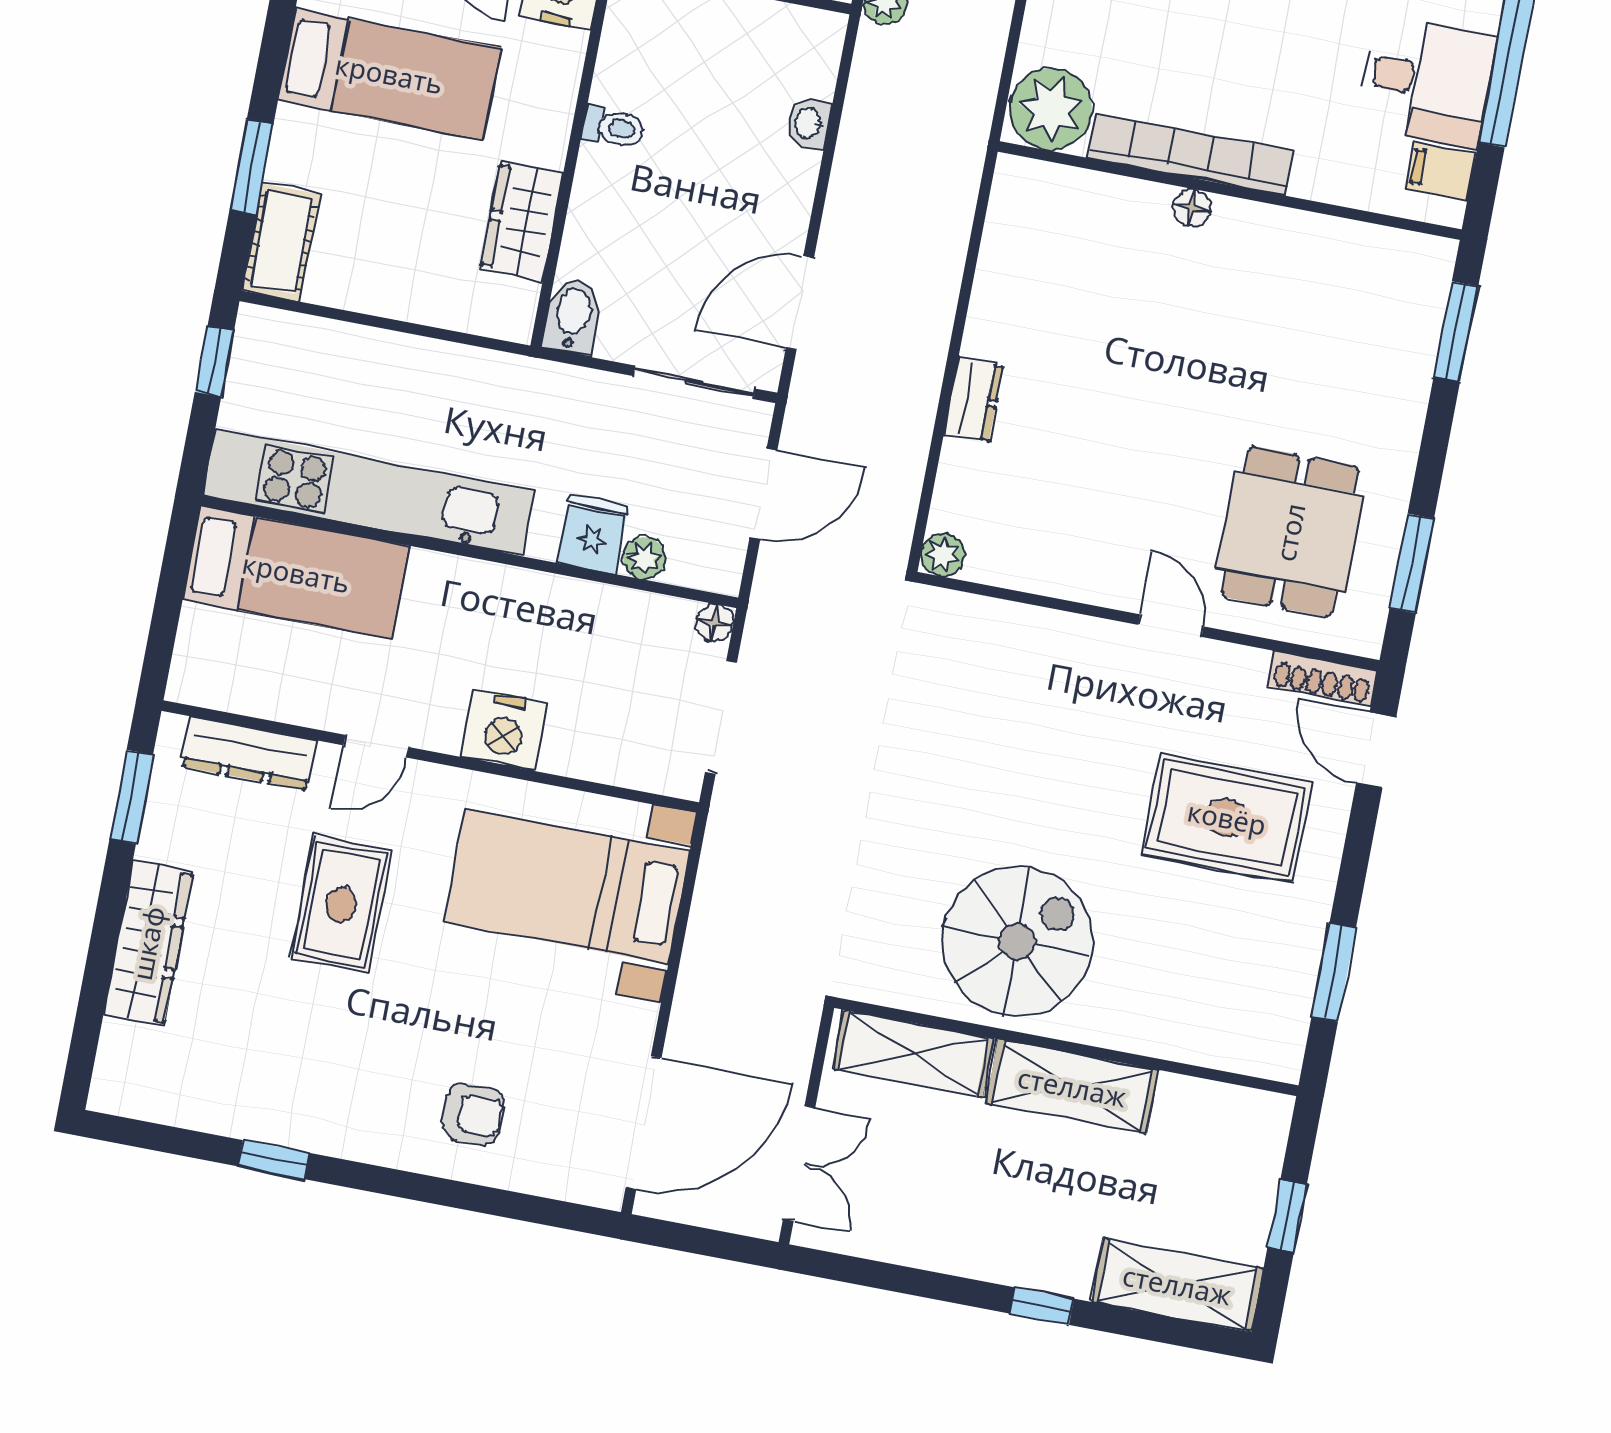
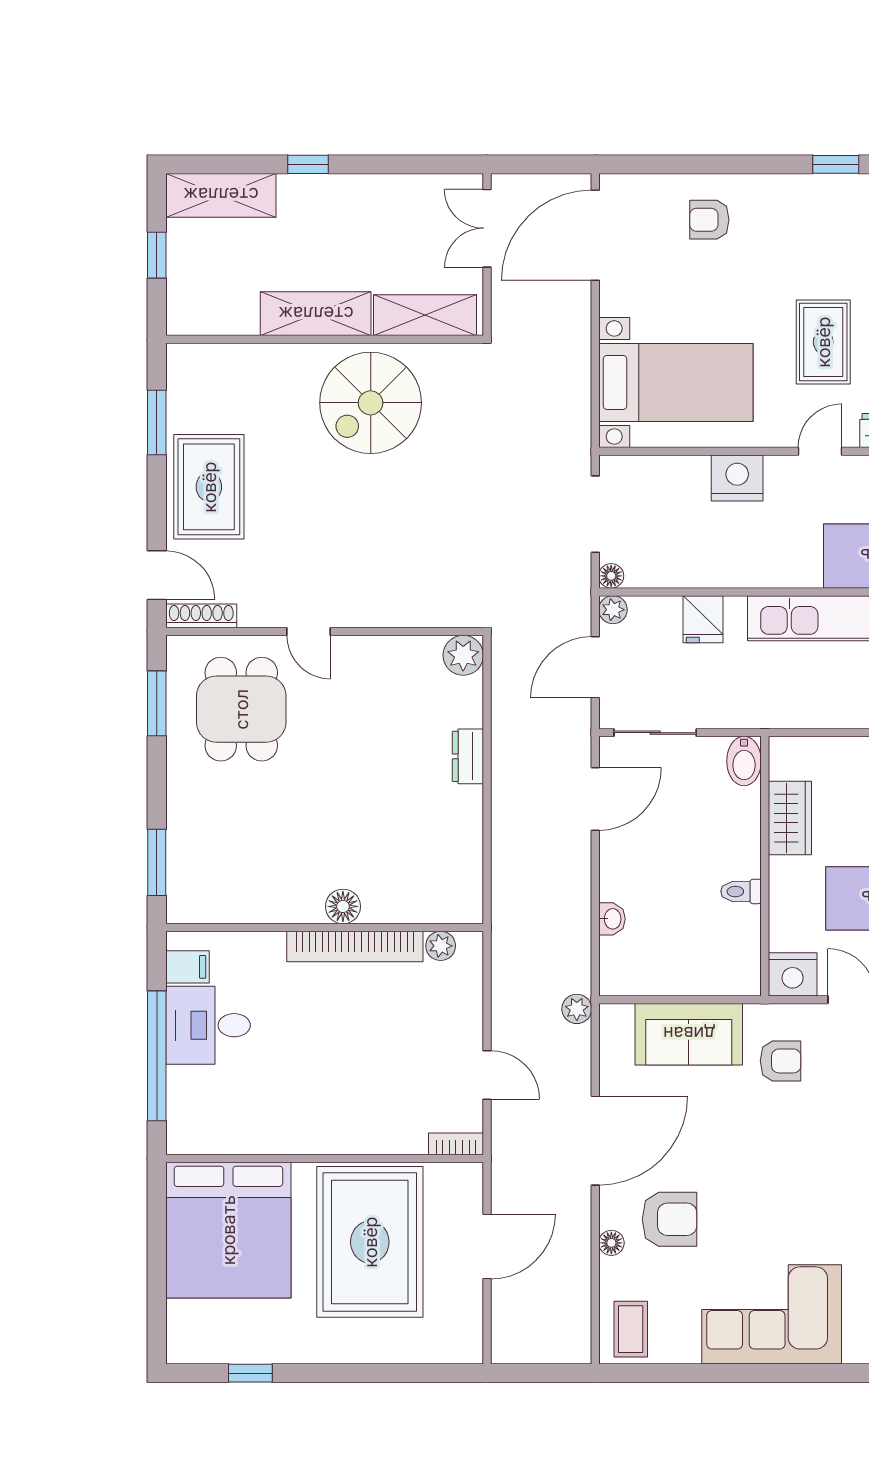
plant: (1051, 109) -> (441, 946), width x0.53, depth x0.53
floor lamp: (1192, 208) -> (343, 906), width x1.37, depth x1.37
plant: (943, 555) -> (463, 655), width x1.38, depth x1.38
plant: (644, 558) -> (613, 610), moved
rug: (1227, 818) -> (209, 487), moved, turned 90

